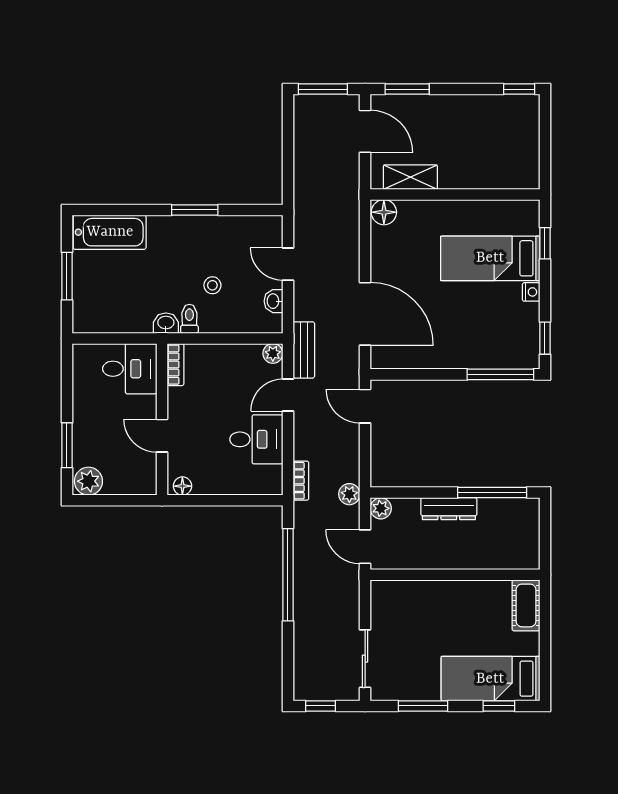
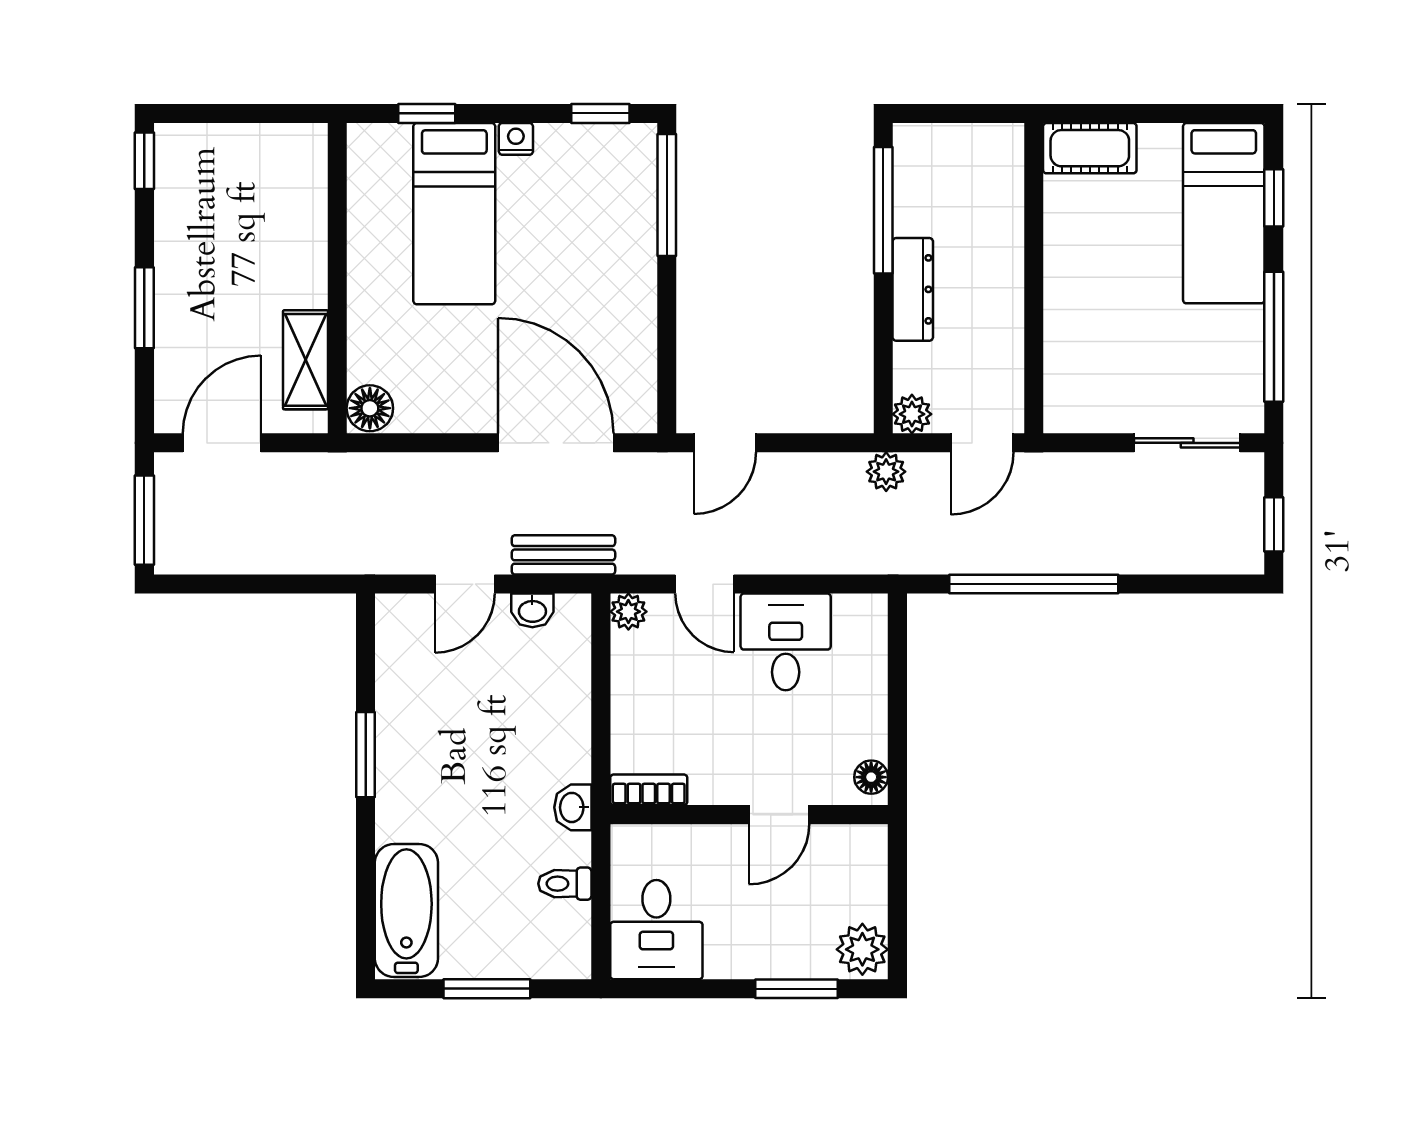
window: (407, 89) -> (144, 308), moved
stool: (212, 285) -> (504, 722), removed
door: (365, 314) -> (556, 443), hinge flipped
toilet: (189, 319) -> (565, 884), moved
bench: (304, 350) -> (563, 555), moved
desk: (130, 369) -> (656, 930), moved, turned 180
bookcase: (301, 481) -> (861, 560), removed
window: (423, 706) -> (1274, 337), width x1.44

